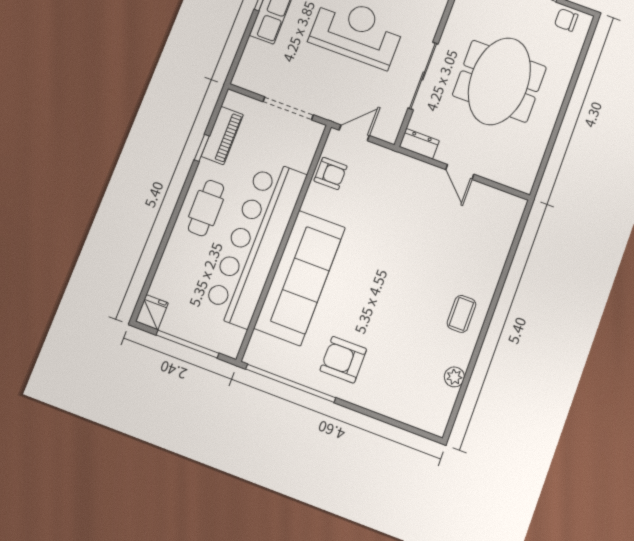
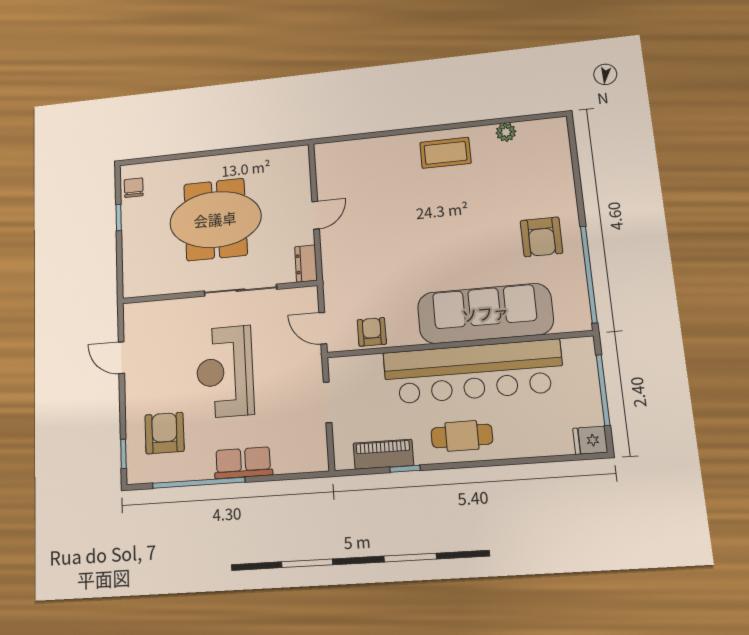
chair: (566, 20) -> (134, 188), turned 180
doorway: (288, 108) -> (328, 402), width x0.73
coffee table: (461, 314) -> (445, 153), width x1.36, depth x1.30

